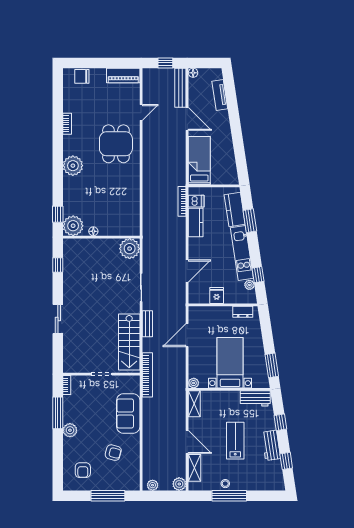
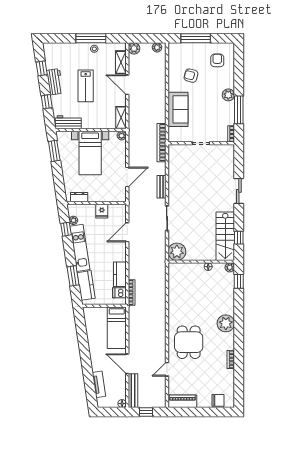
plant: (73, 226) -> (230, 267), width x0.53, depth x0.53
stairs: (129, 342) -> (225, 236), moved, turned 180

